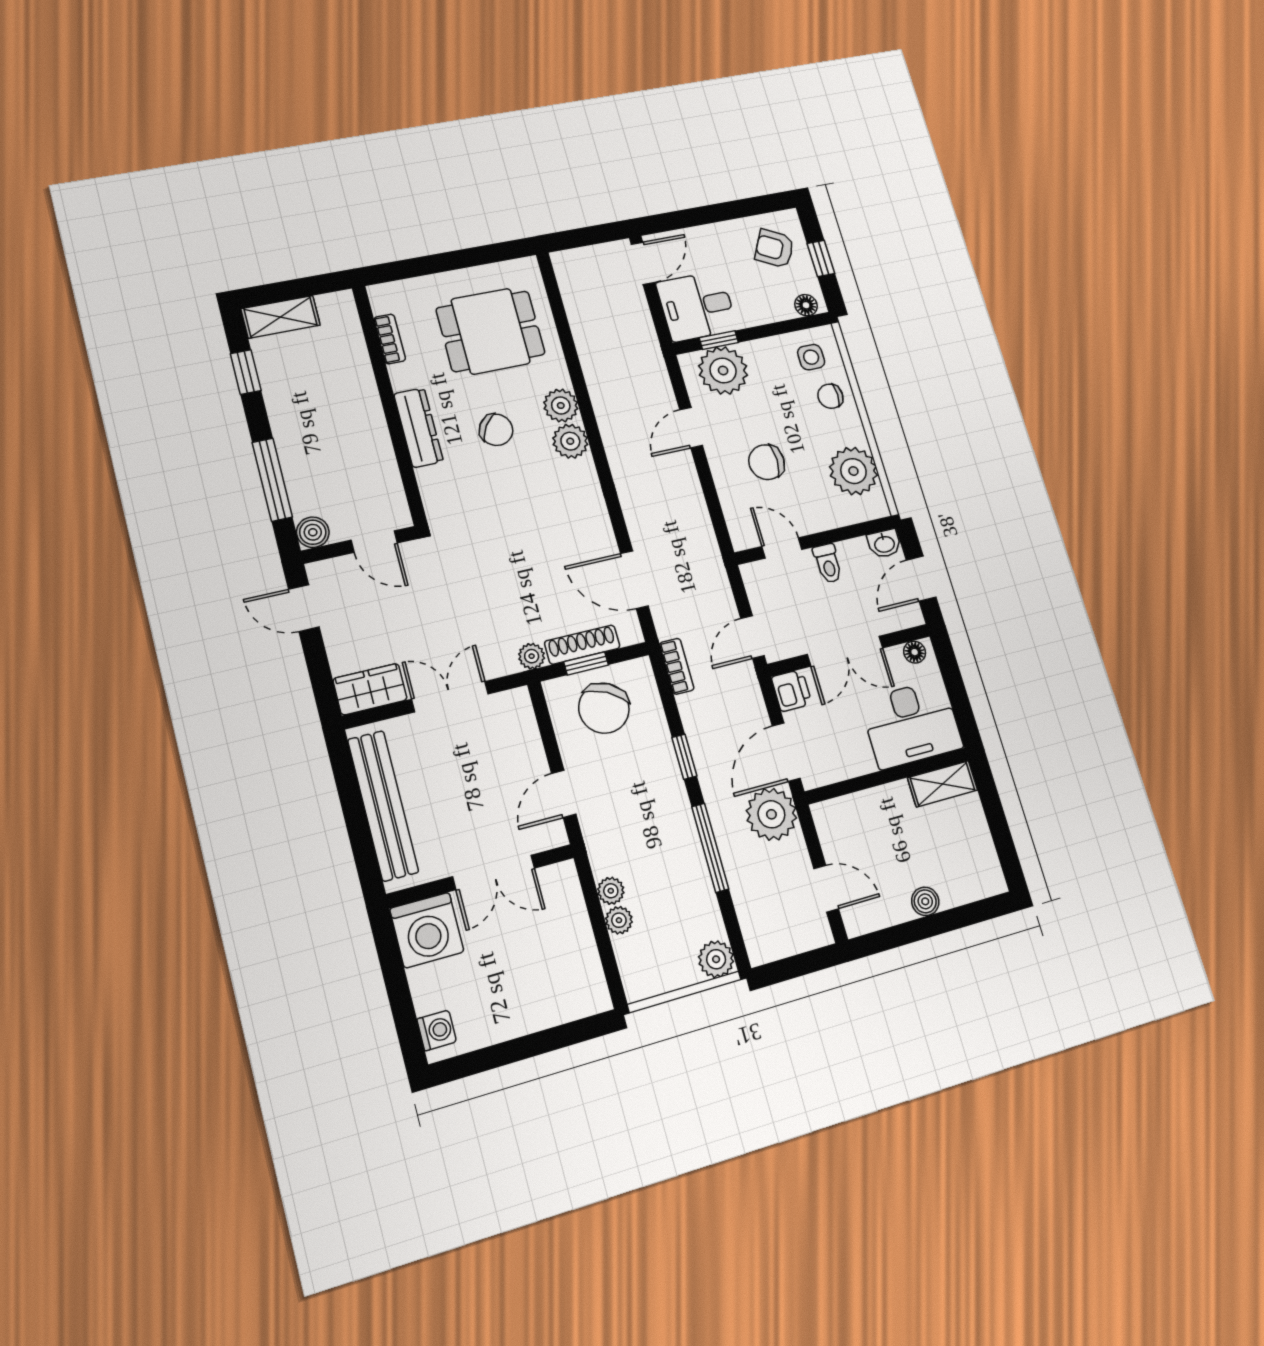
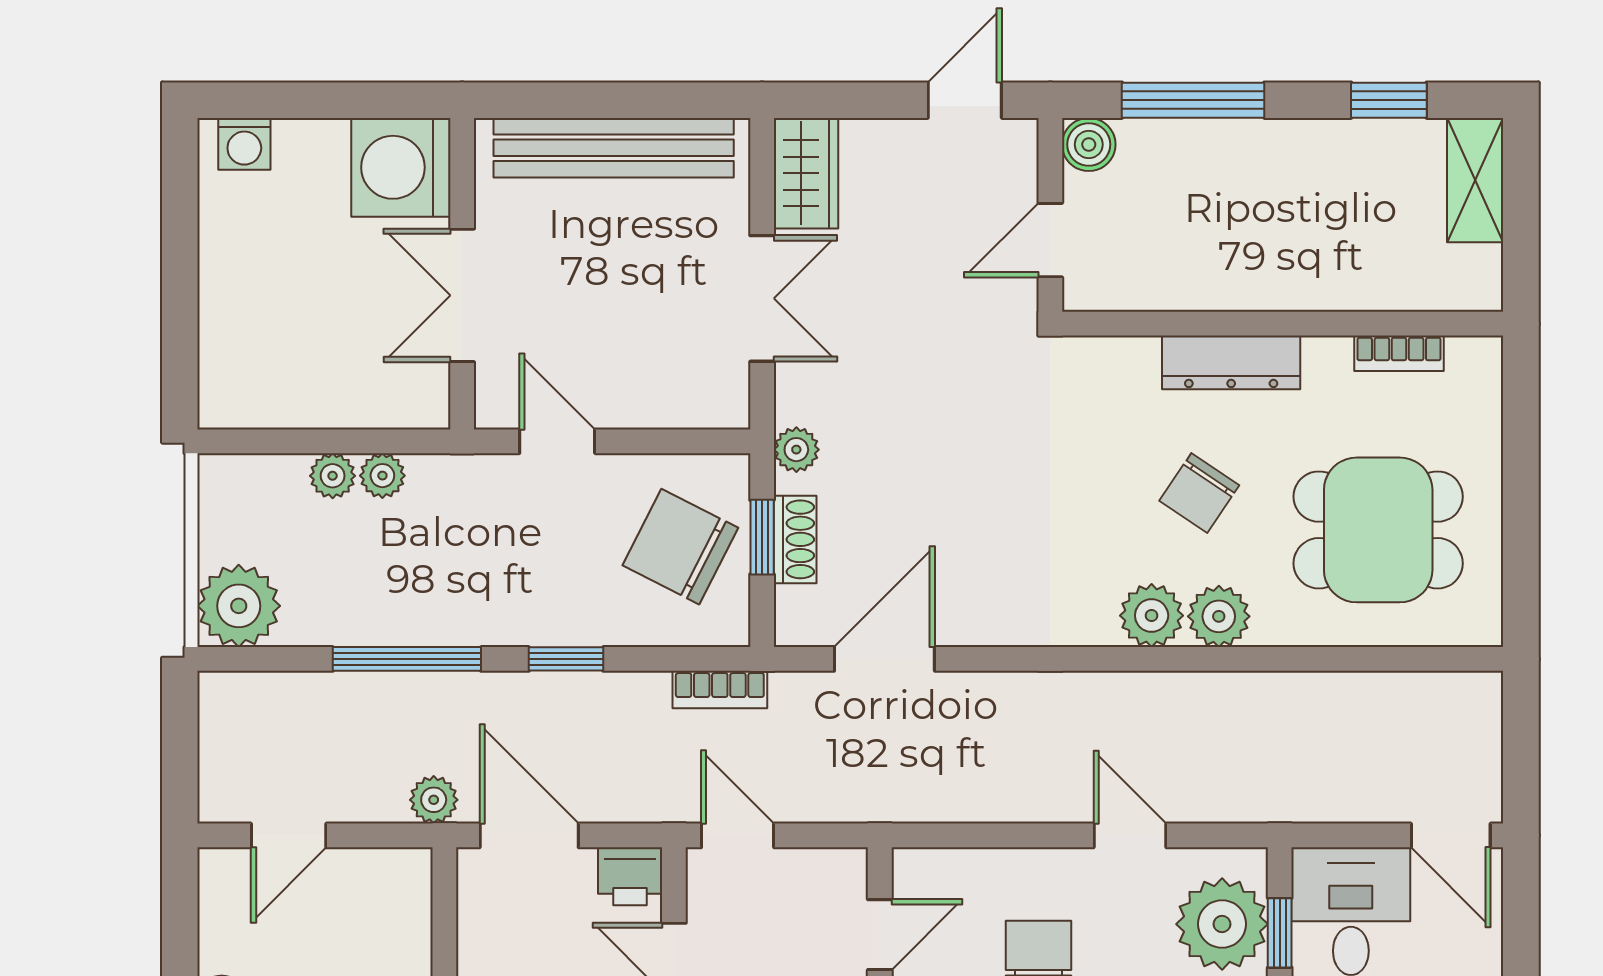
dining table: (491, 331) -> (1378, 530), turned 90
shoe rack: (582, 645) -> (795, 539), width x0.70
plant: (771, 814) -> (434, 800), width x0.53, depth x0.53
plant: (716, 959) -> (239, 606), width x1.36, depth x1.36

